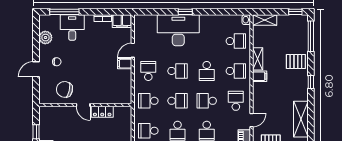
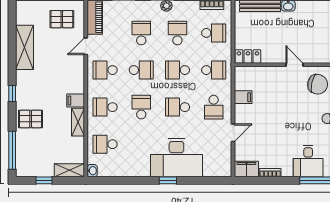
window: (295, 12) -> (44, 180), moved
filing cabinet: (125, 64) -> (243, 97), moved
school desk: (236, 101) -> (105, 70), turned 90
locker: (102, 112) -> (248, 56), moved

